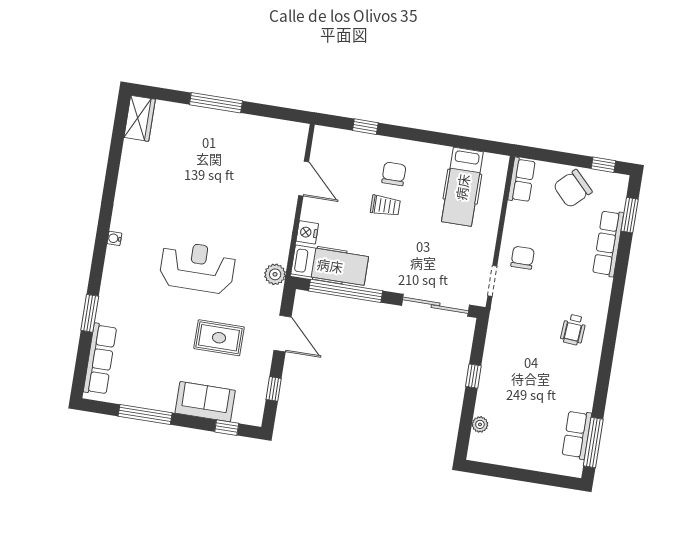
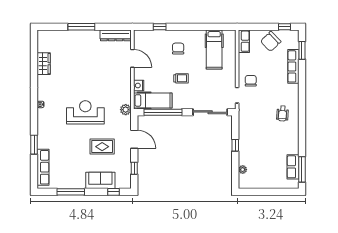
wardrobe: (140, 118) -> (44, 64), moved
dresser: (279, 130) -> (116, 35), added
trolley: (385, 206) -> (181, 78), moved

